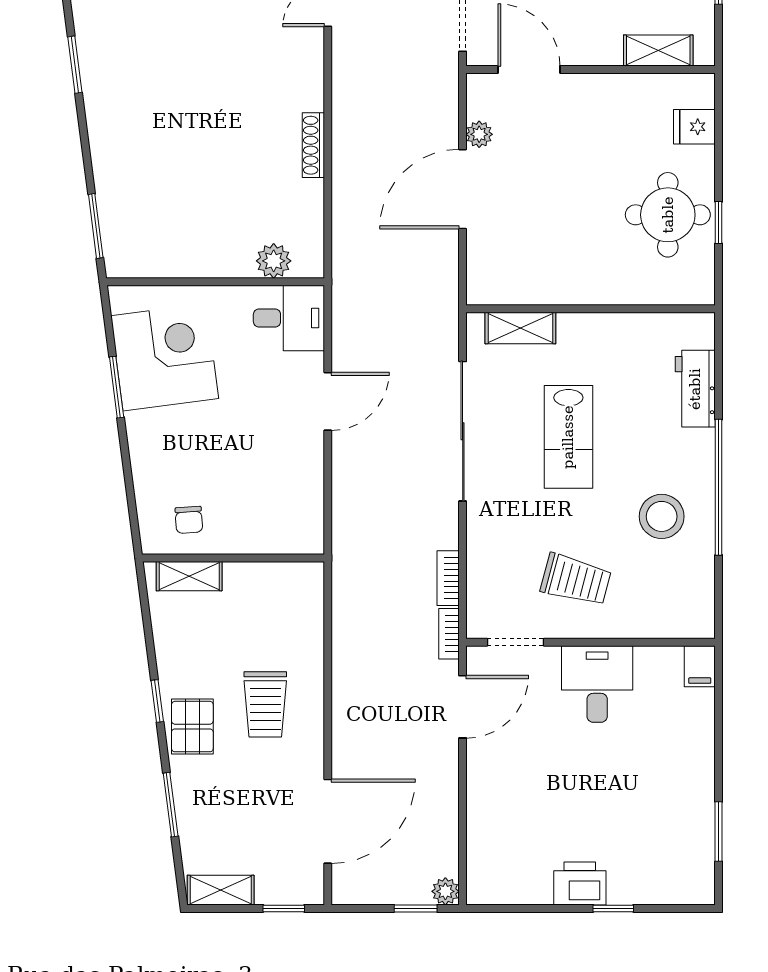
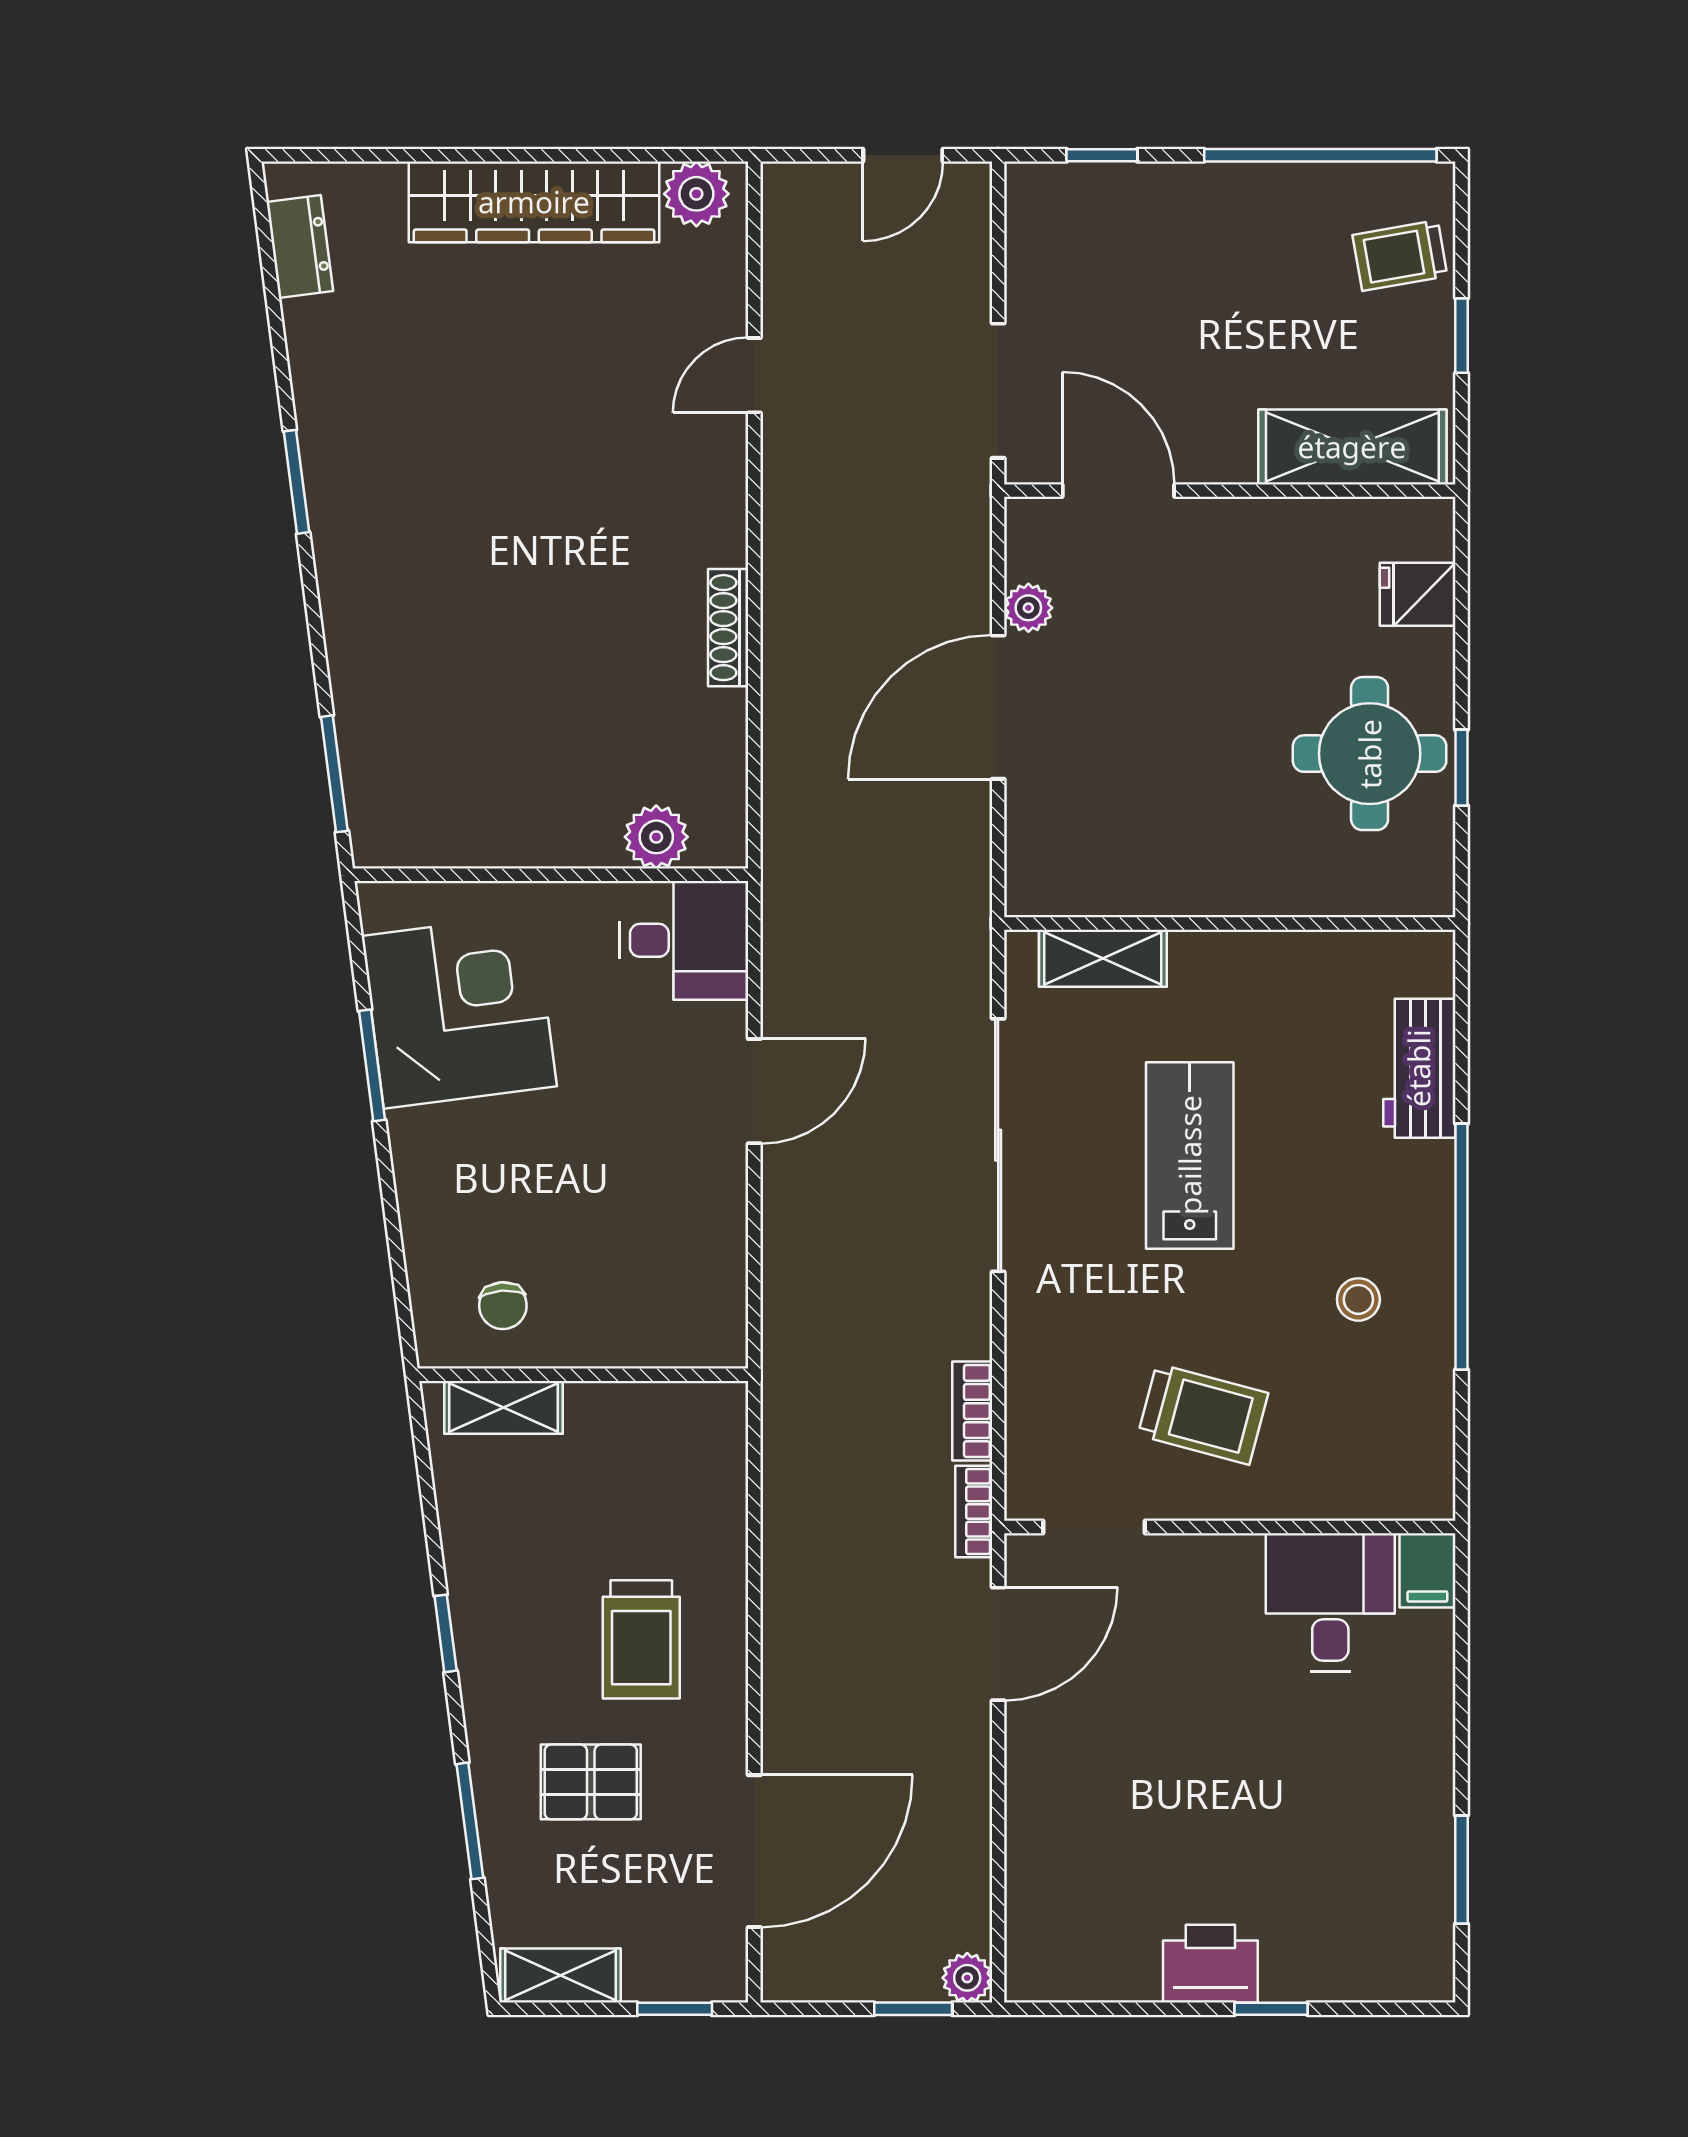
shelving: (658, 51) -> (1352, 447), width x1.50, depth x1.33
lab bench: (568, 437) -> (1190, 1155), turned 180
stool: (662, 516) -> (1358, 1299), width x0.53, depth x0.53
desk: (597, 684) -> (1330, 1603), moved
pallet: (192, 727) -> (591, 1782), moved, turned 90

